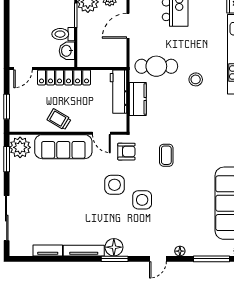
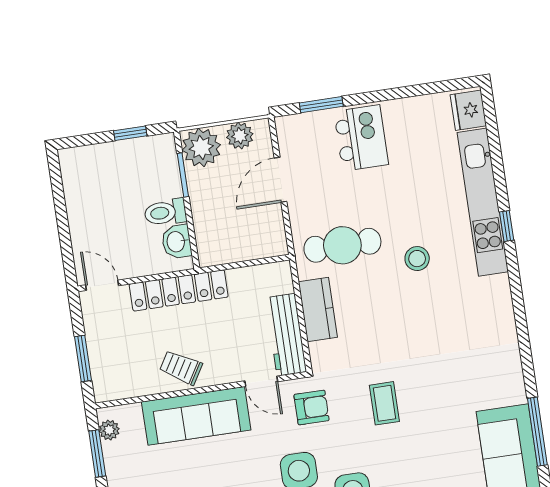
door: (23, 68) -> (102, 285), swing flipped
workbench: (119, 92) -> (286, 335), moved
plant: (20, 147) -> (109, 430), width x0.53, depth x0.53

